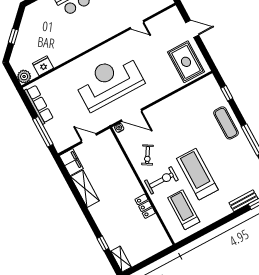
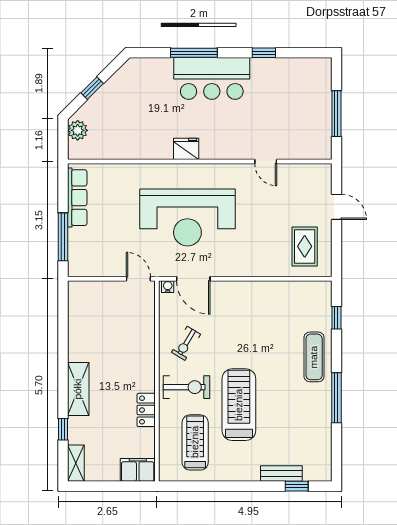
rug: (186, 62) -> (305, 246), width x0.73, depth x0.70
fridge: (43, 66) -> (186, 149), moved
plant: (24, 77) -> (78, 130), moved
reception desk: (109, 82) -> (187, 217), turned 180
door: (89, 138) -> (138, 279), moved
filing cabinet: (71, 162) -> (138, 470), moved, turned -90
shelving: (85, 189) -> (78, 389), moved

